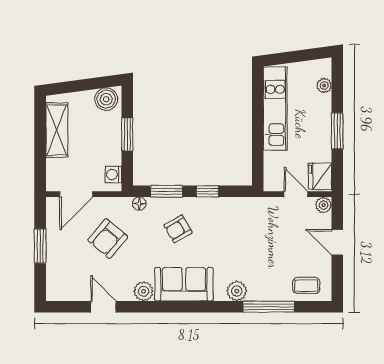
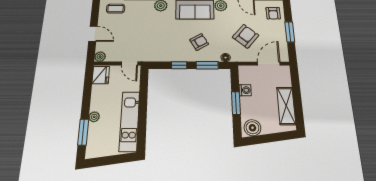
plant: (324, 86) -> (94, 117), moved
window: (337, 131) -> (83, 132), moved
washing machine: (113, 174) -> (245, 90), moved
door: (296, 194) -> (130, 64), moved
armchair: (63, 278) -> (273, 13), added

